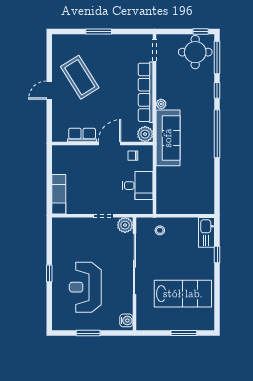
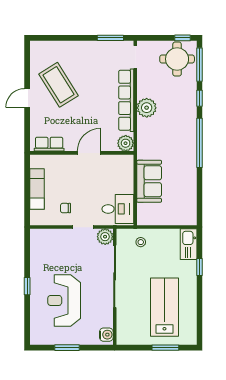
window: (99, 31) -> (110, 38), moved
plant: (161, 104) -> (147, 108), width x1.88, depth x1.88
row of seats: (82, 135) -> (49, 144), moved
sofa: (168, 138) -> (149, 181), moved, width x0.73
chair: (133, 156) -> (66, 208), moved
desk: (138, 186) -> (118, 209), moved
exam couch: (59, 194) -> (37, 189), moved
lab bench: (183, 294) -> (164, 307), turned -90

